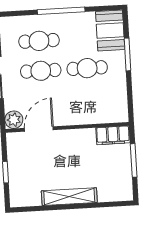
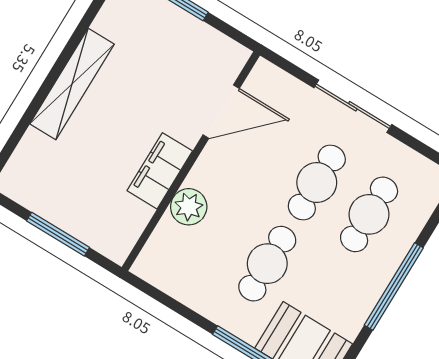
plant: (14, 120) -> (189, 207), moved
door: (39, 129) -> (221, 112), hinge flipped
filing cabinet: (113, 135) -> (160, 171), moved

